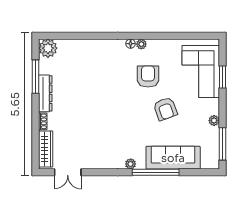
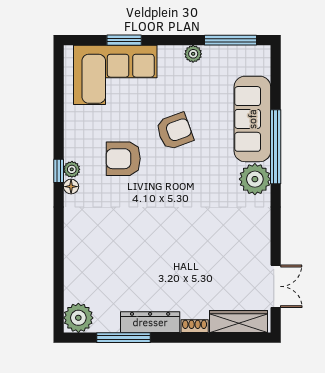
window: (140, 36) -> (59, 171), added
plant: (131, 164) -> (255, 179), width x1.88, depth x1.88

